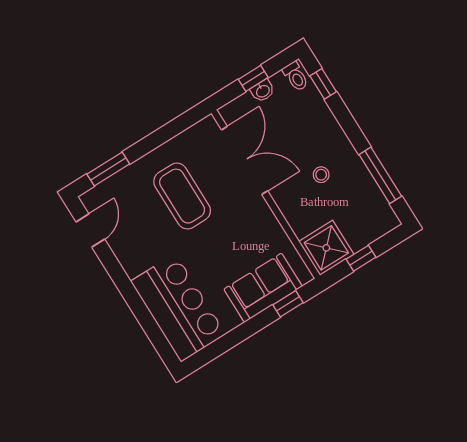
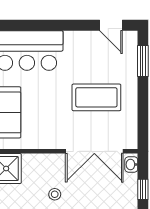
washbasin: (263, 91) -> (131, 165), moved

